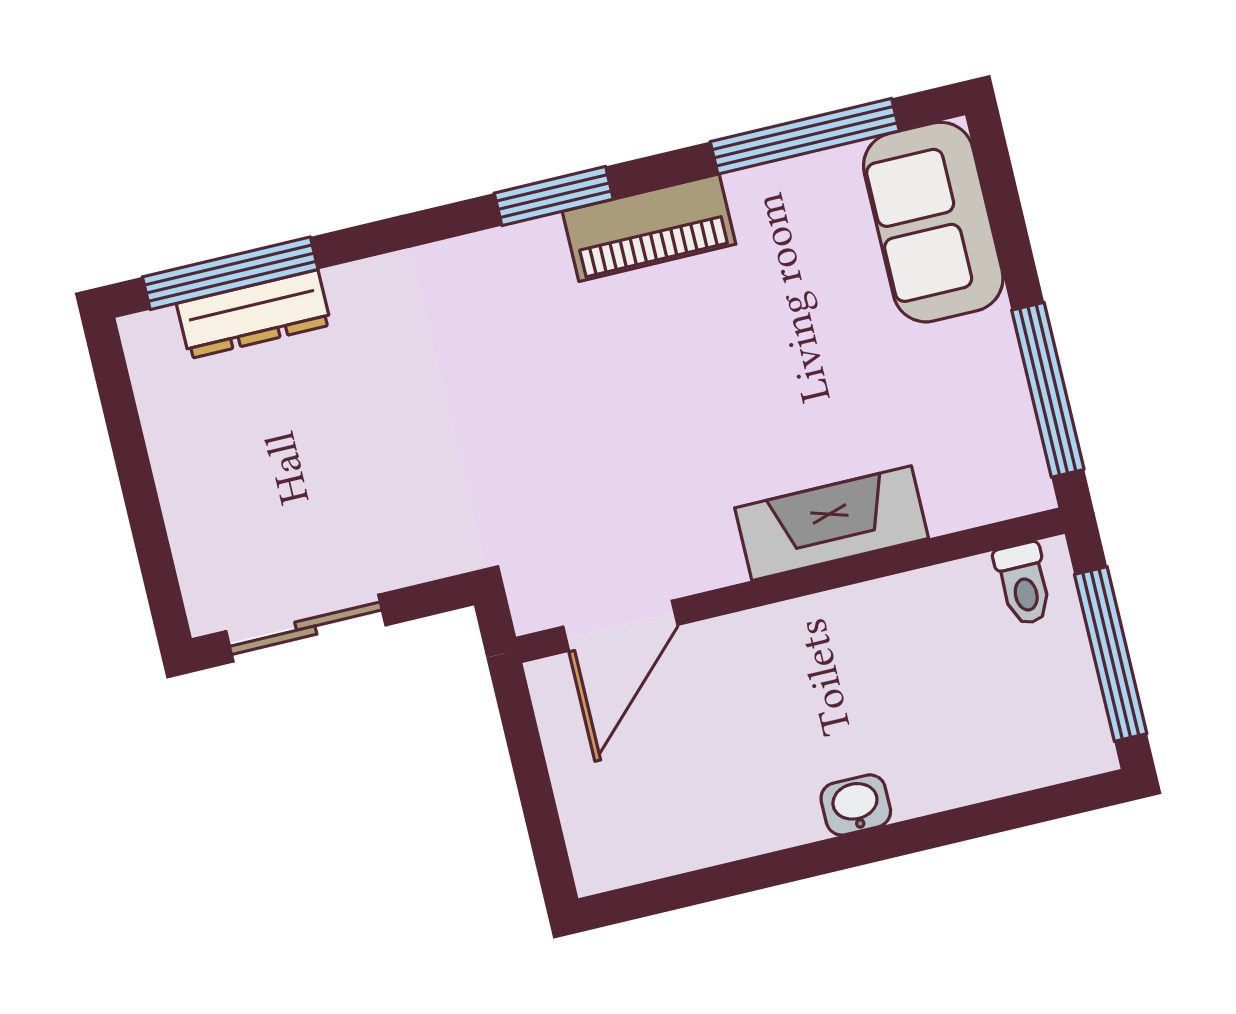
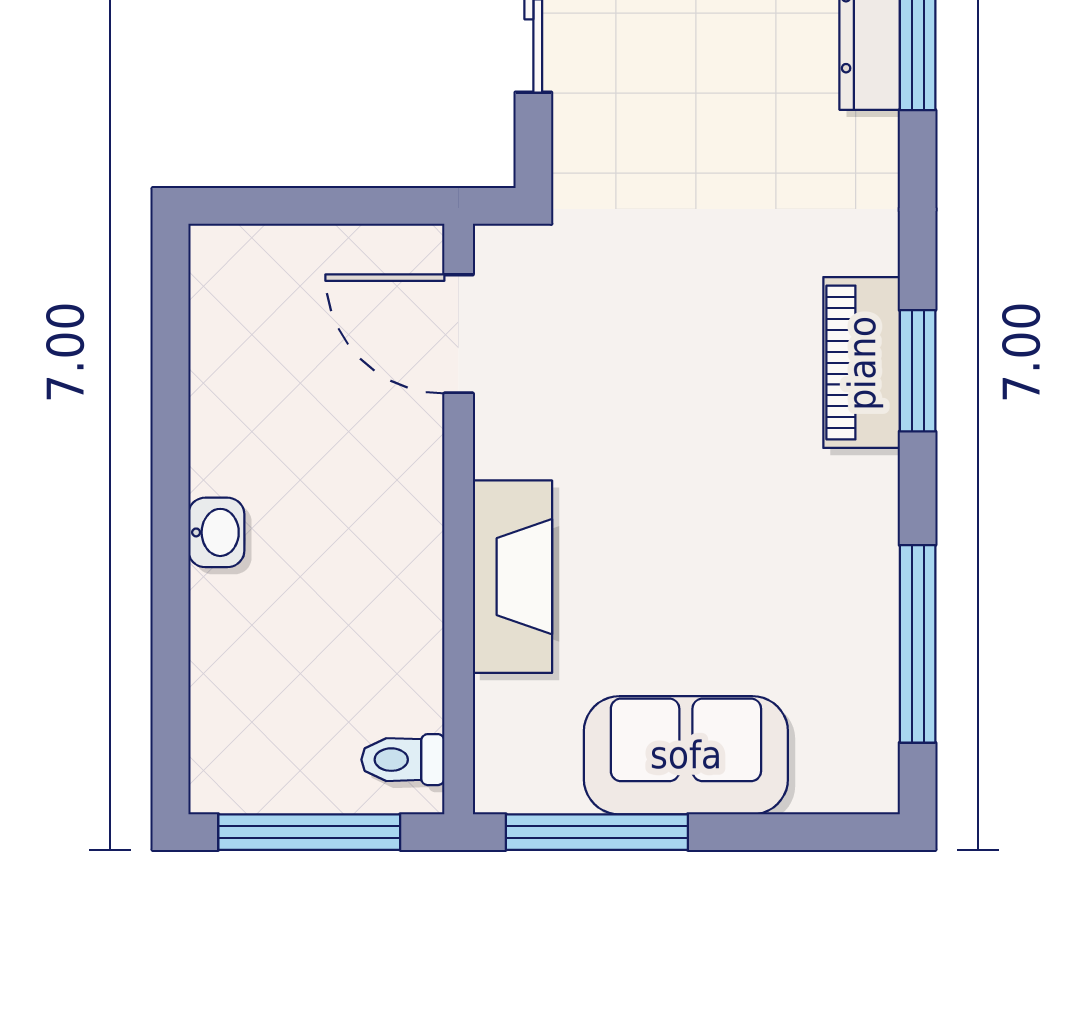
sofa: (933, 222) -> (686, 755), moved
piano: (649, 228) -> (862, 363), moved

